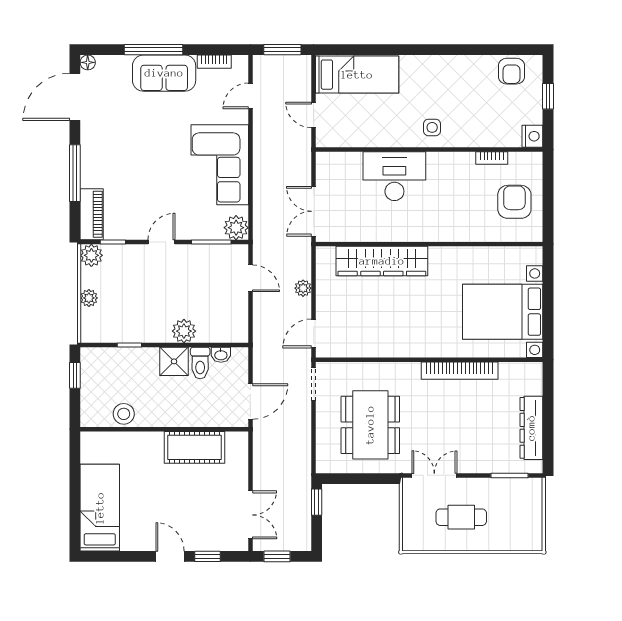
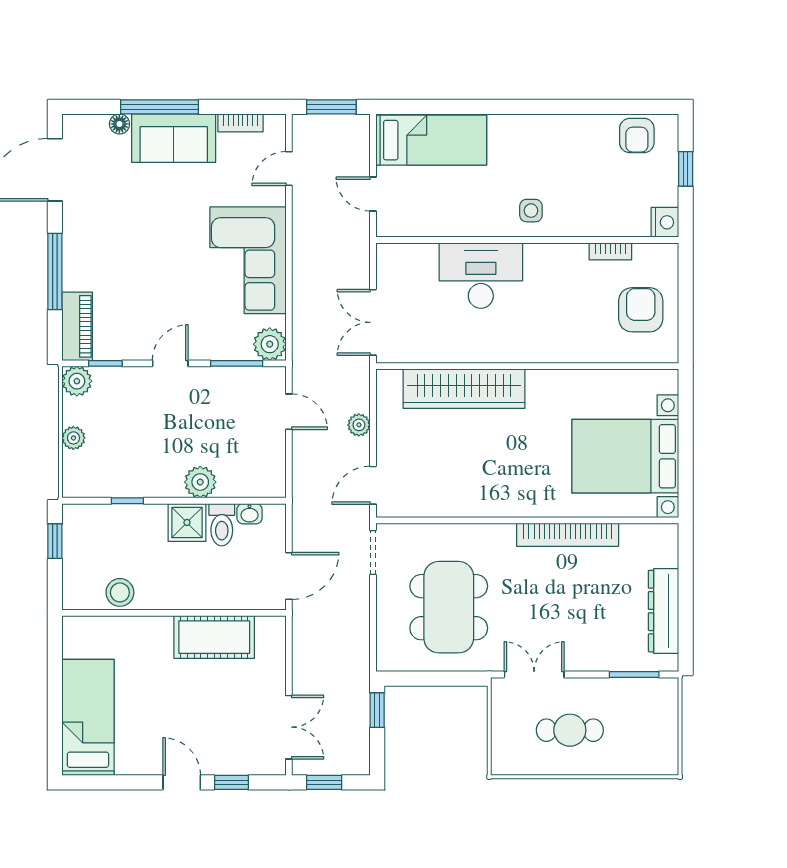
floor lamp: (88, 62) -> (119, 124), moved

